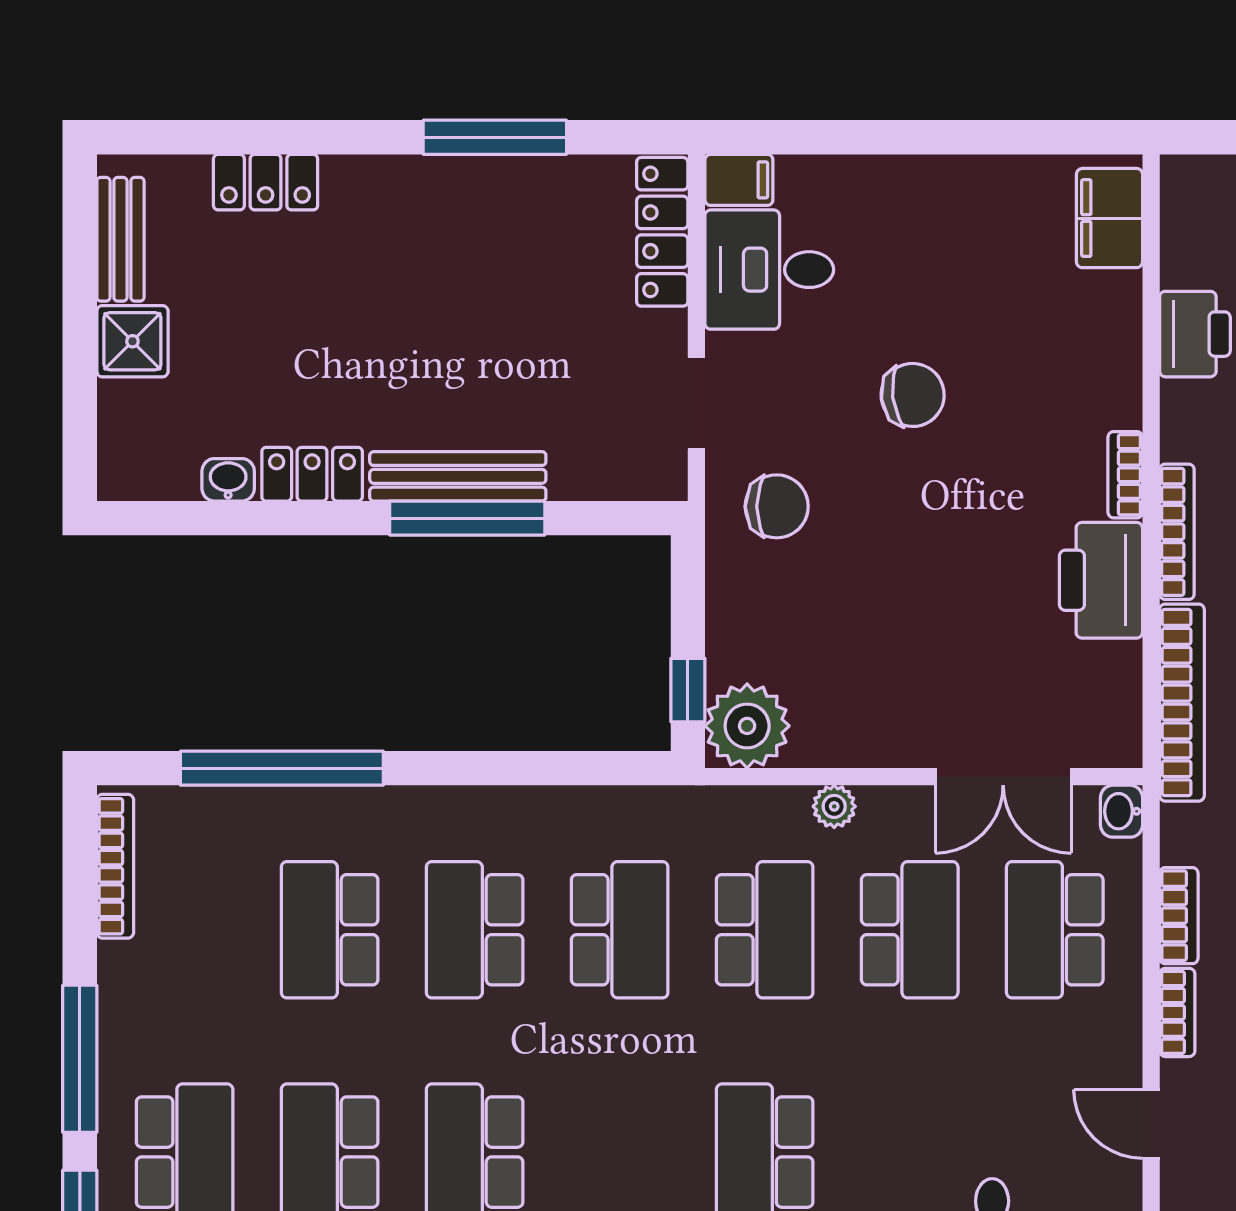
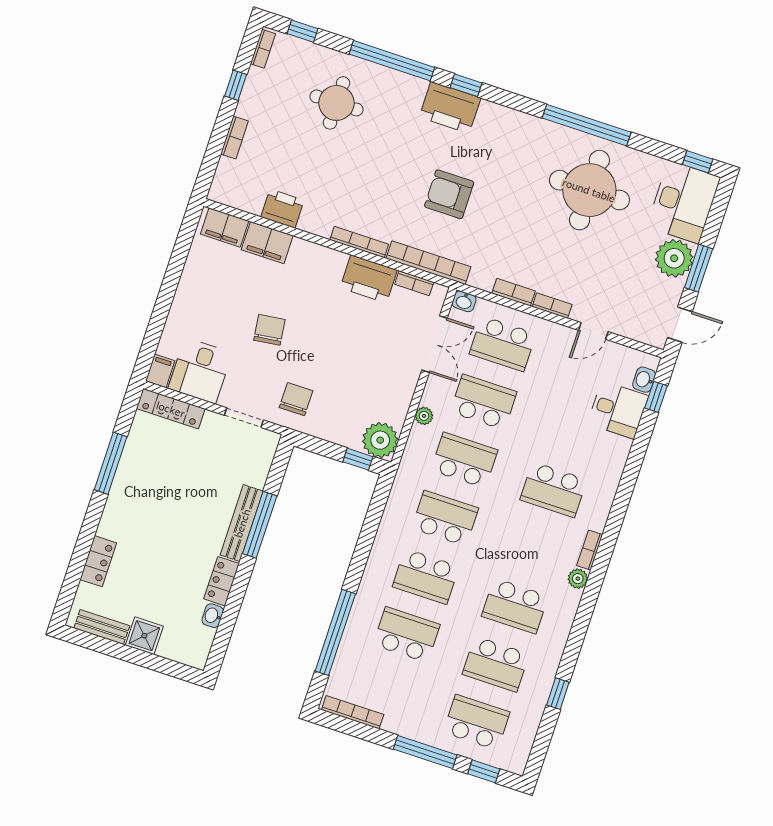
filing cabinet: (1107, 325) -> (267, 243), added
bookcase: (1125, 475) -> (414, 283), moved
school desk: (330, 930) -> (407, 635), turned 180

